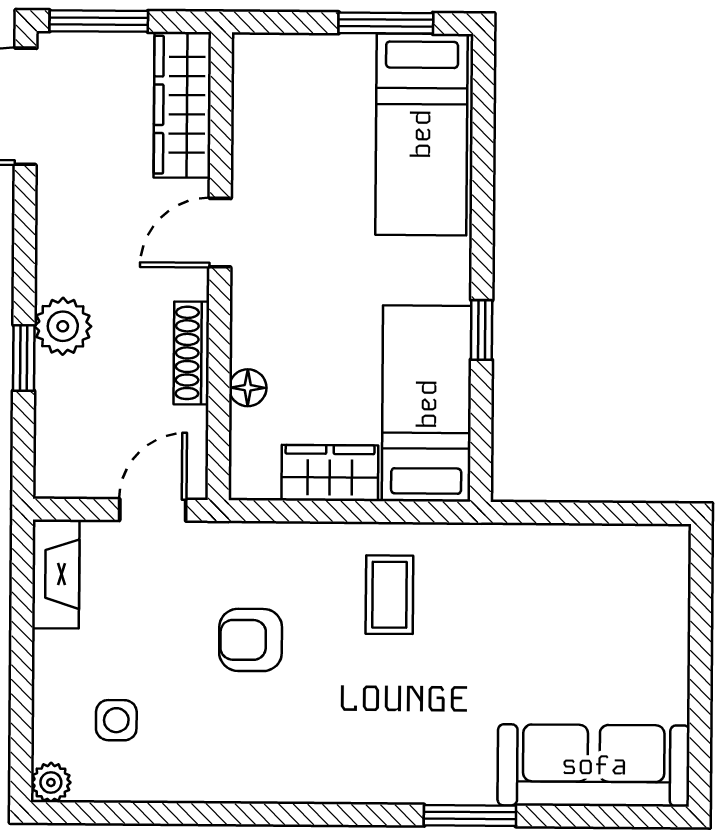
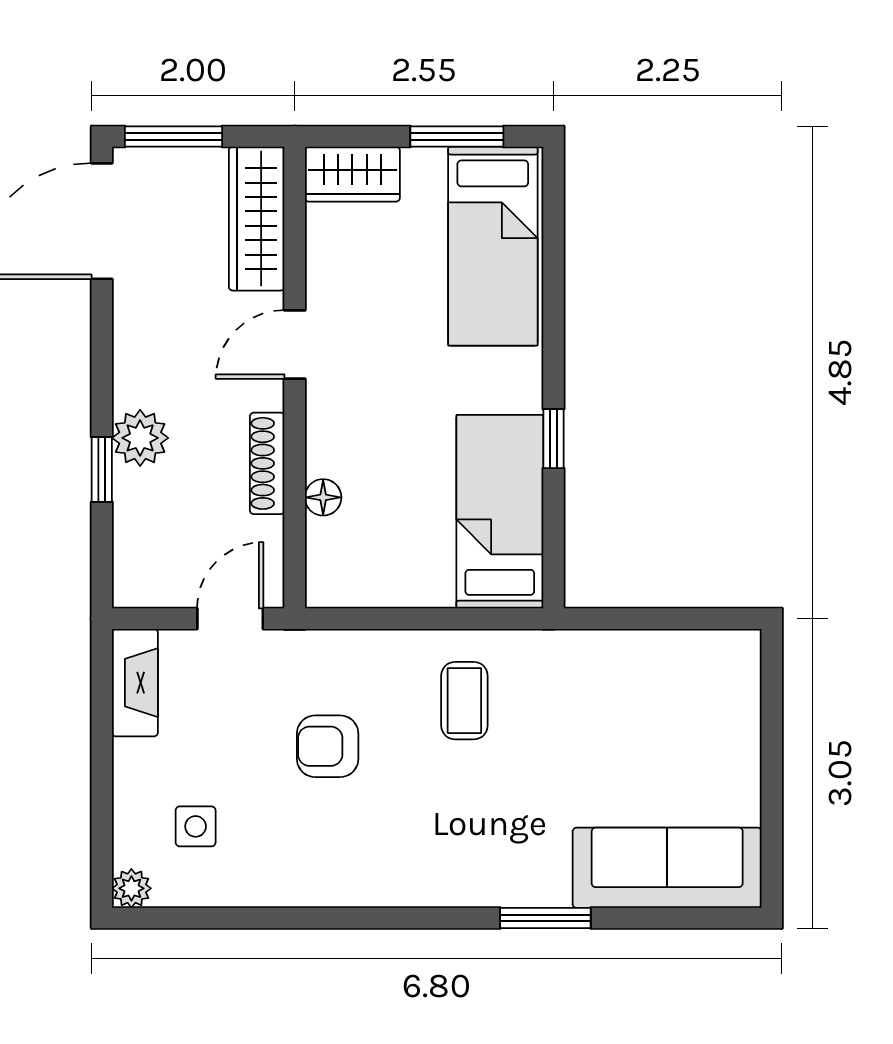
wardrobe: (330, 473) -> (352, 174), moved, turned 180

